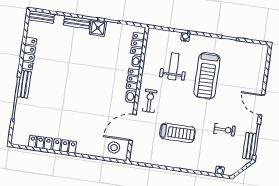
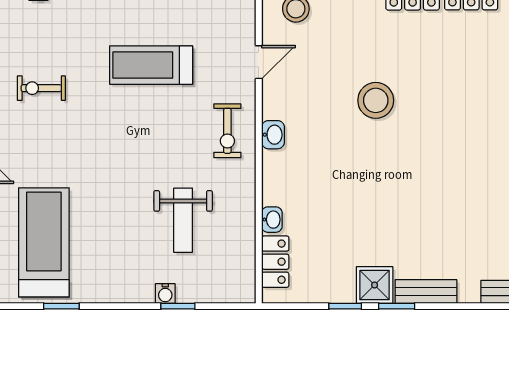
treadmill: (207, 76) -> (44, 242), moved
locker: (133, 79) -> (274, 176), removed
stool: (86, 105) -> (376, 100), added
door: (133, 128) -> (259, 62), width x0.53

